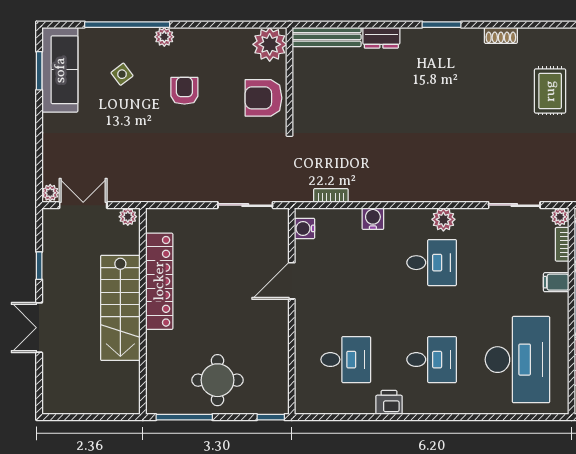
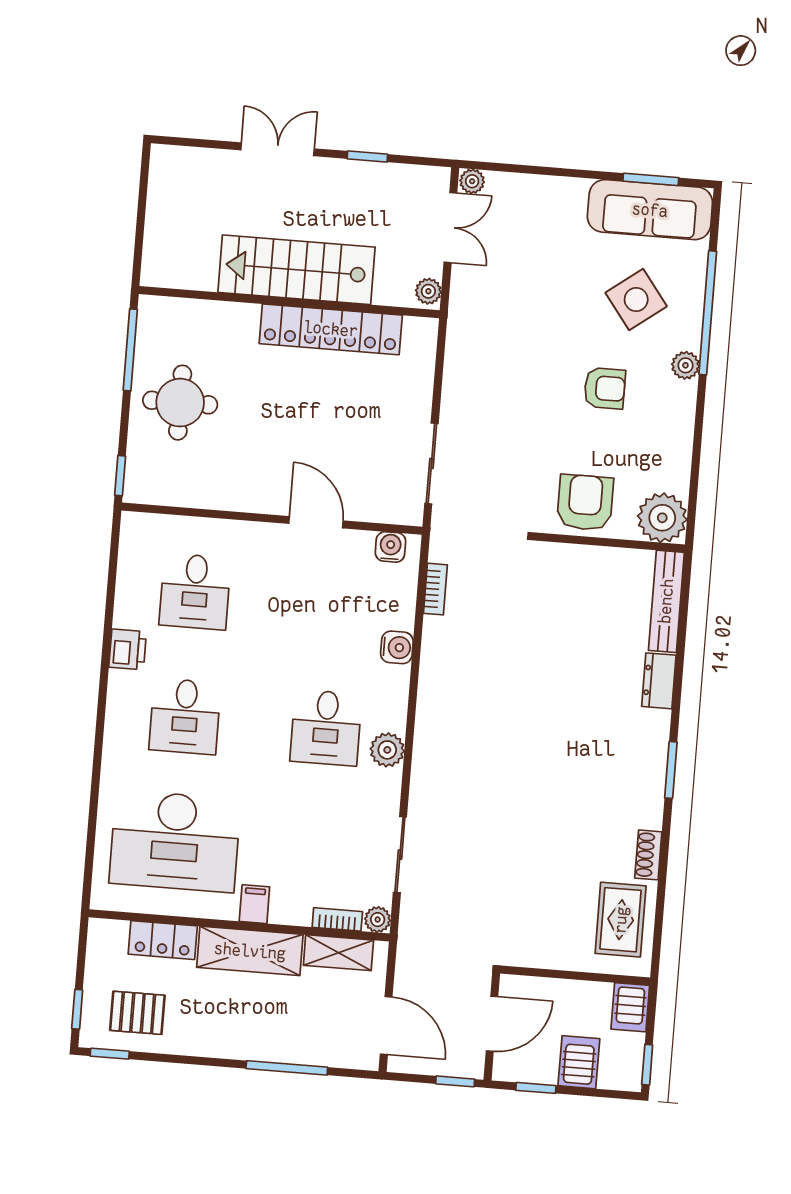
side table: (122, 74) -> (636, 299), width x1.87, depth x1.87
rug: (550, 91) -> (621, 920), moved, turned 90
filing cabinet: (556, 282) -> (254, 904), moved

